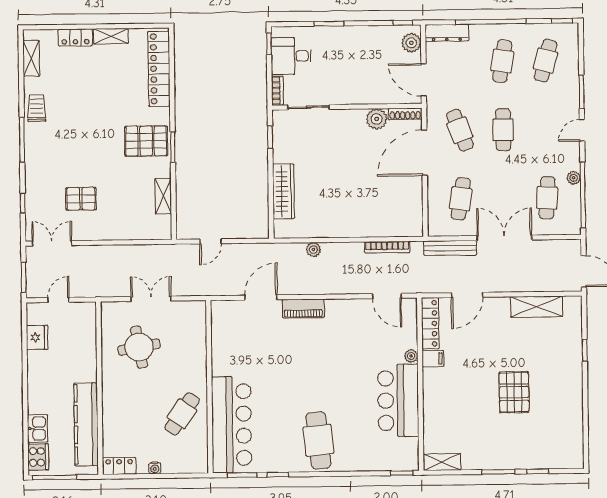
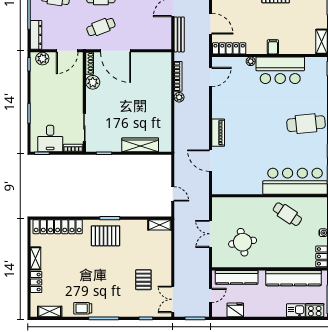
pallet: (146, 141) -> (106, 236), turned 90
shelving: (163, 196) -> (160, 225), moved
cafe table: (461, 199) -> (147, 27), removed
plant: (313, 250) -> (179, 97), moved
door: (58, 300) -> (211, 295), swing flipped
kitchen counter: (86, 339) -> (237, 277), added
filing cabinet: (433, 359) -> (273, 47), moved

